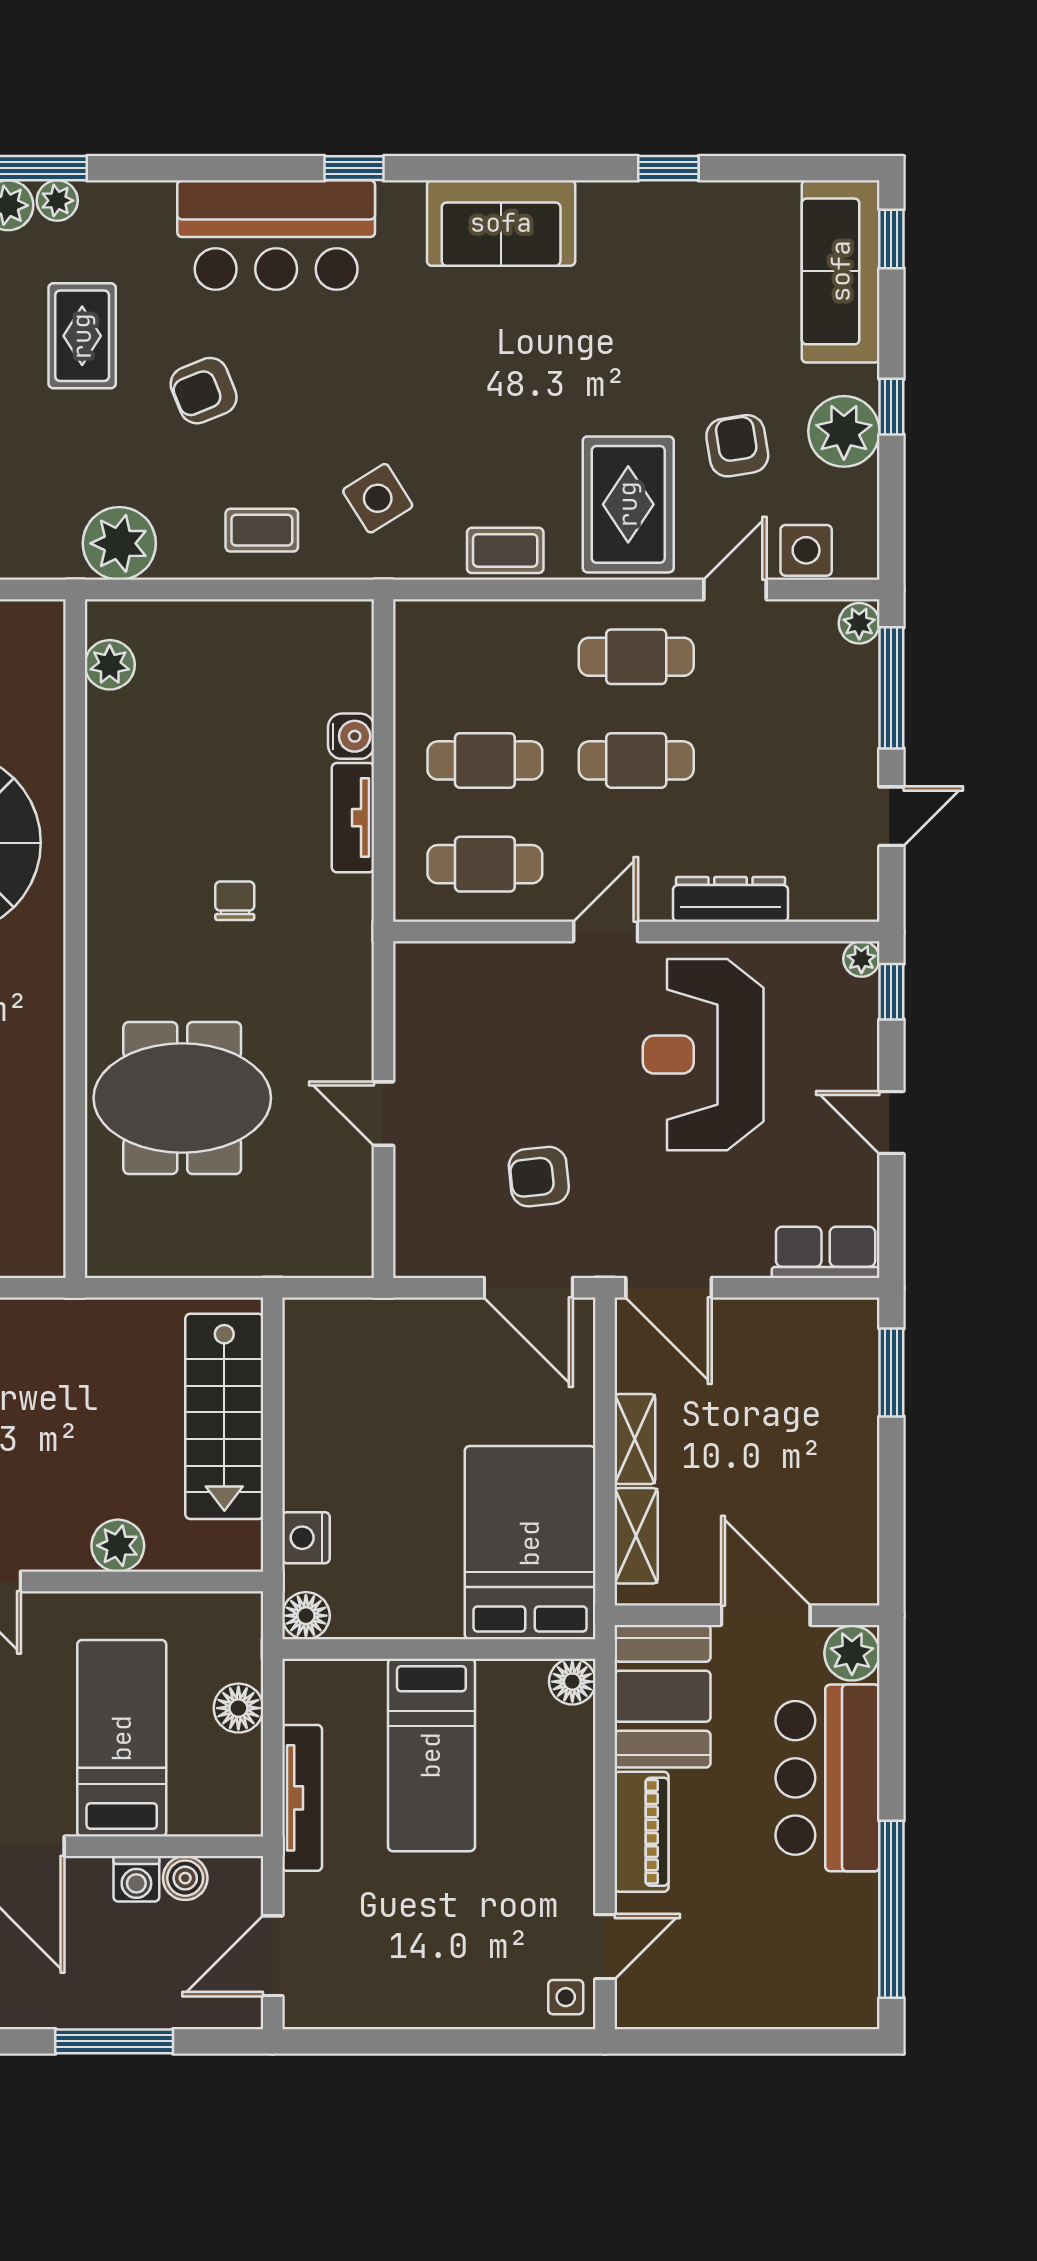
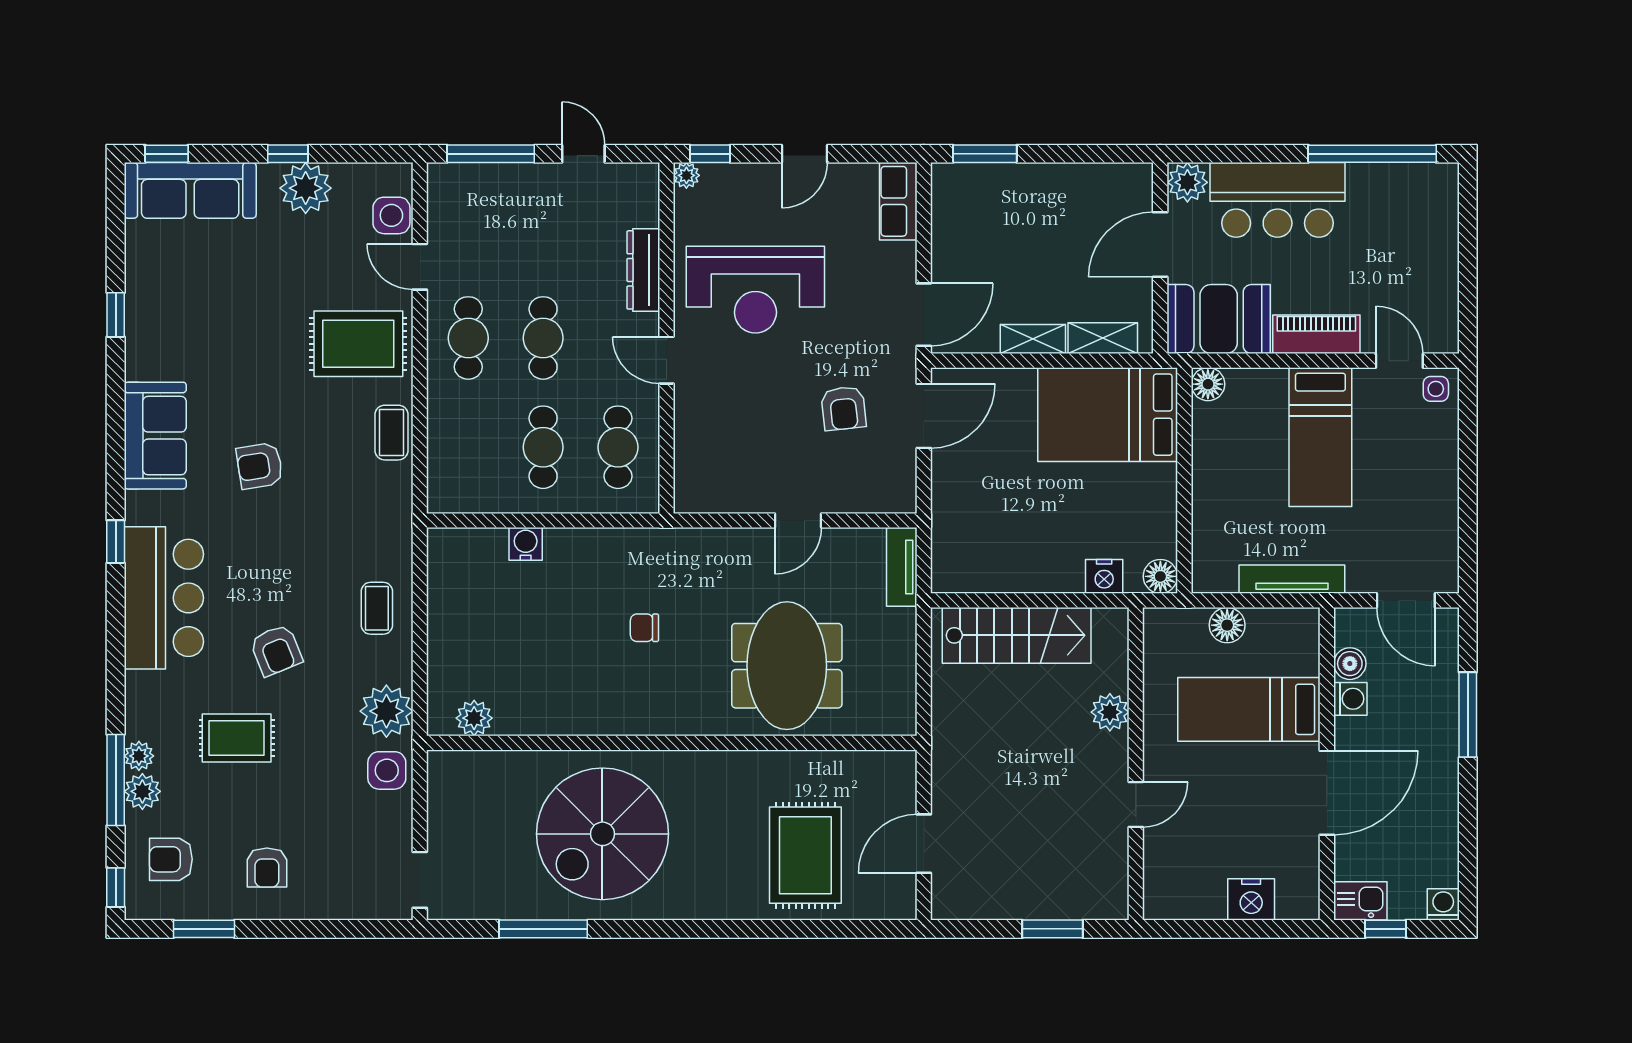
armchair: (737, 446) -> (260, 466), moved
side table: (378, 498) -> (387, 770), moved, turned 32
plant: (859, 623) -> (444, 177), removed
tv unit: (353, 818) -> (902, 567), moved, turned 90
bed: (431, 1755) -> (1320, 437), moved, turned 90

